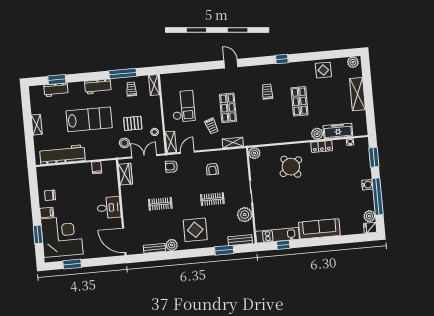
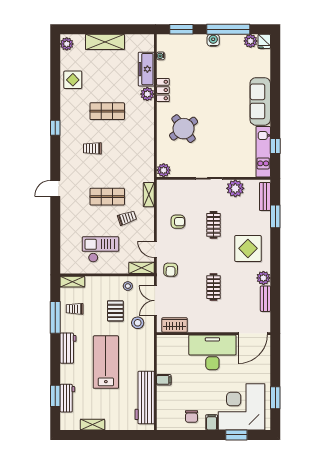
shelving: (37, 125) -> (93, 425), moved
filing cabinet: (97, 168) -> (164, 380), moved
desk: (109, 208) -> (212, 352), width x1.87, depth x1.30

